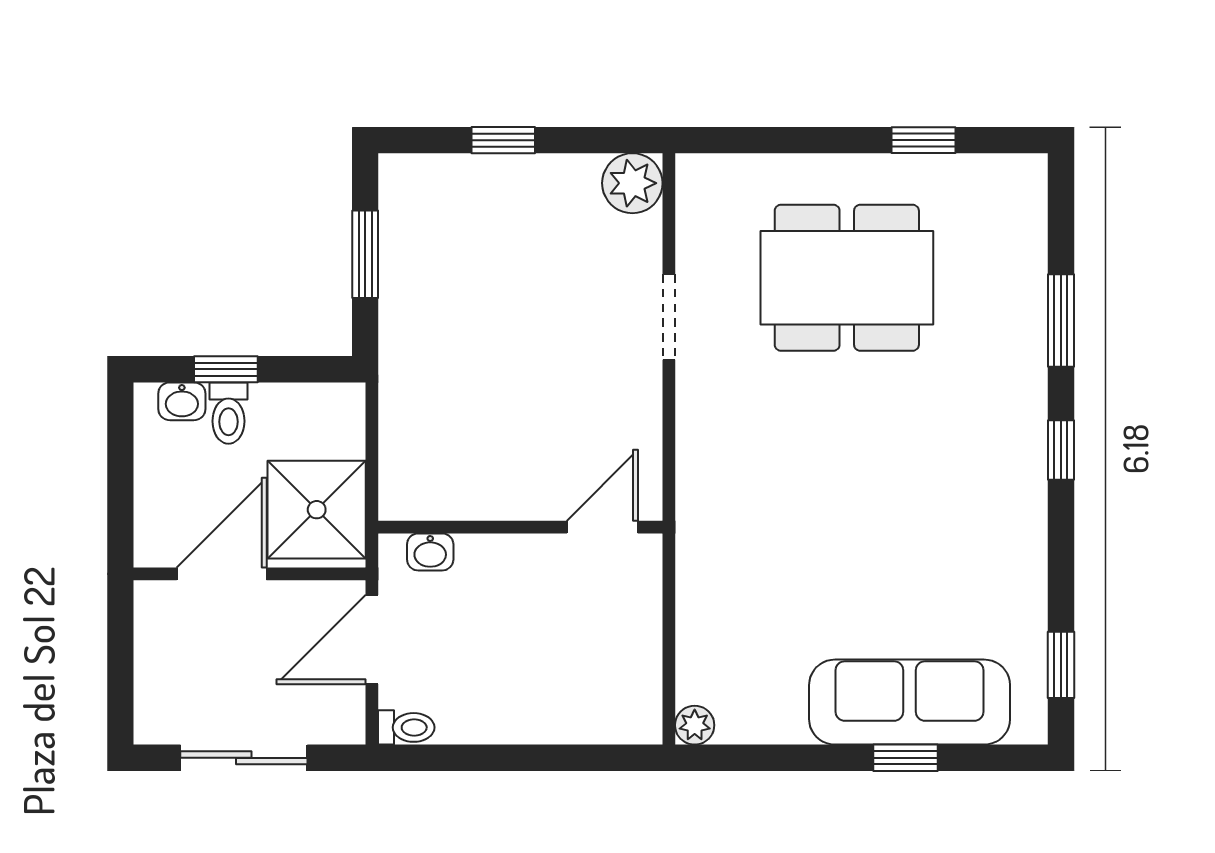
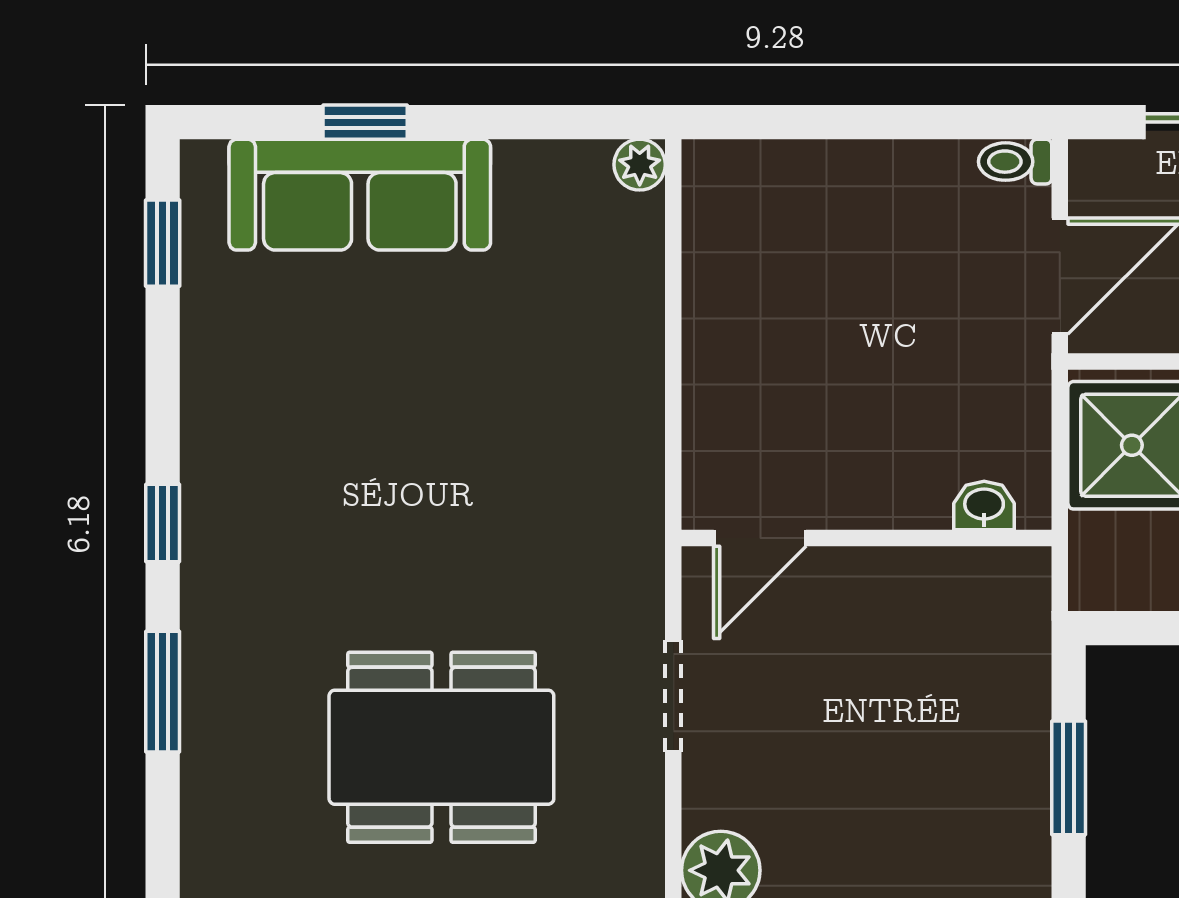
wall: (520, 527) -> (867, 538), moved
door: (602, 527) -> (760, 538), moved
washbasin: (430, 552) -> (984, 506), moved

